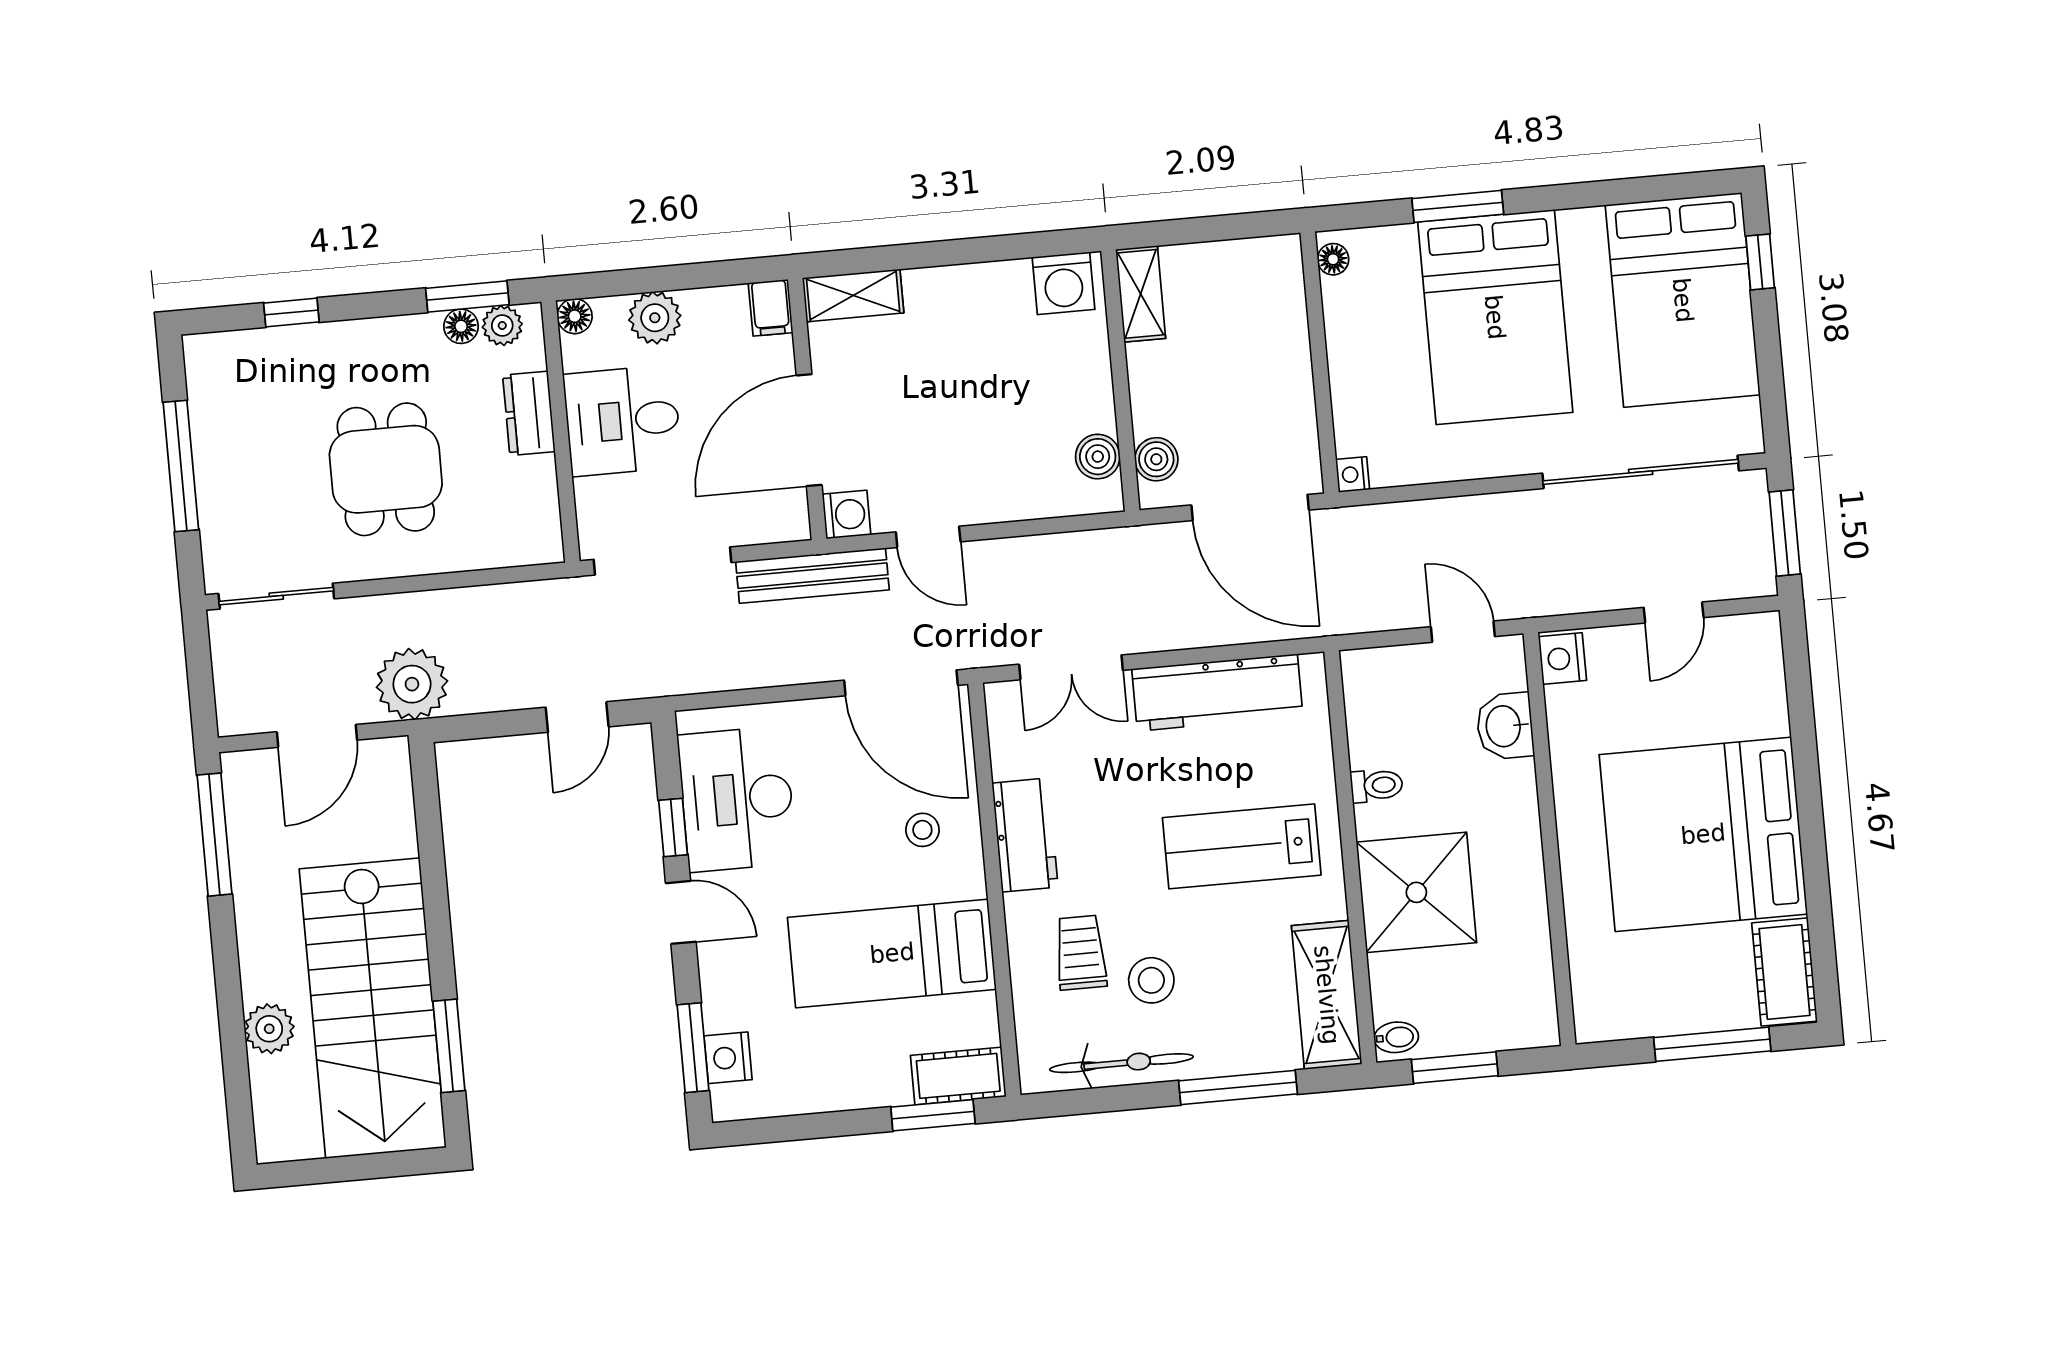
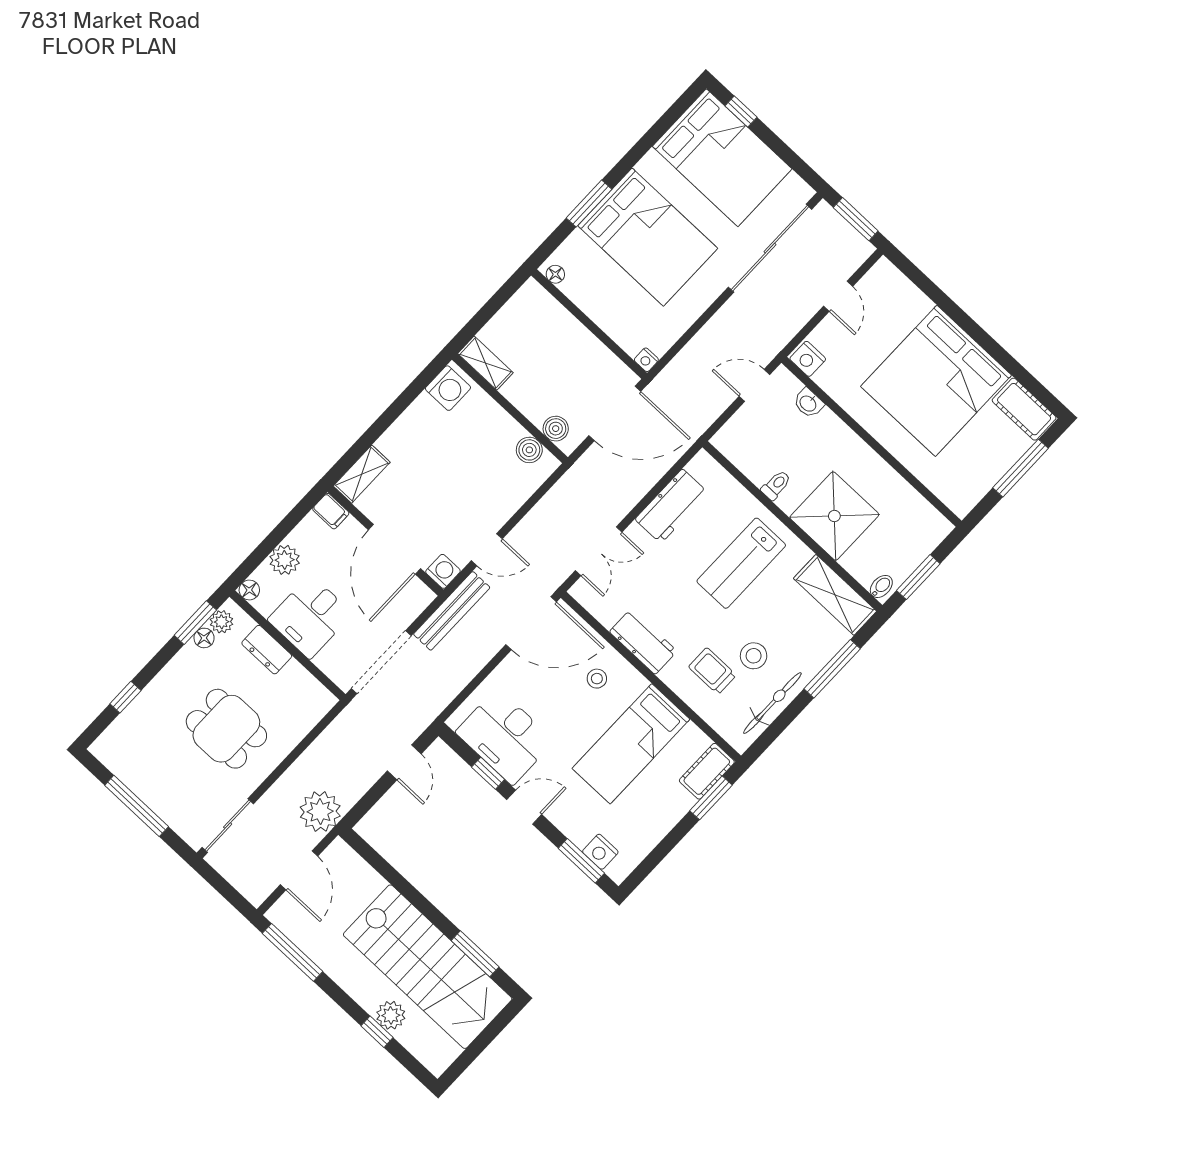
workbench: (1217, 693) -> (672, 506), width x0.73
washbasin: (1505, 726) -> (808, 403), width x0.72, depth x0.69
window: (233, 1034) -> (377, 1032), added

